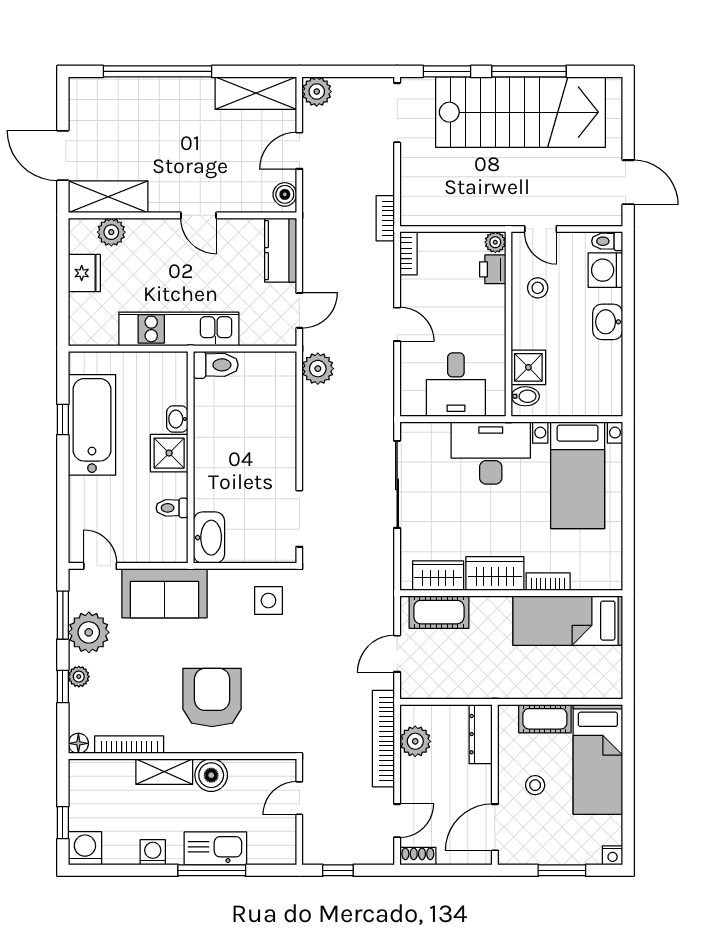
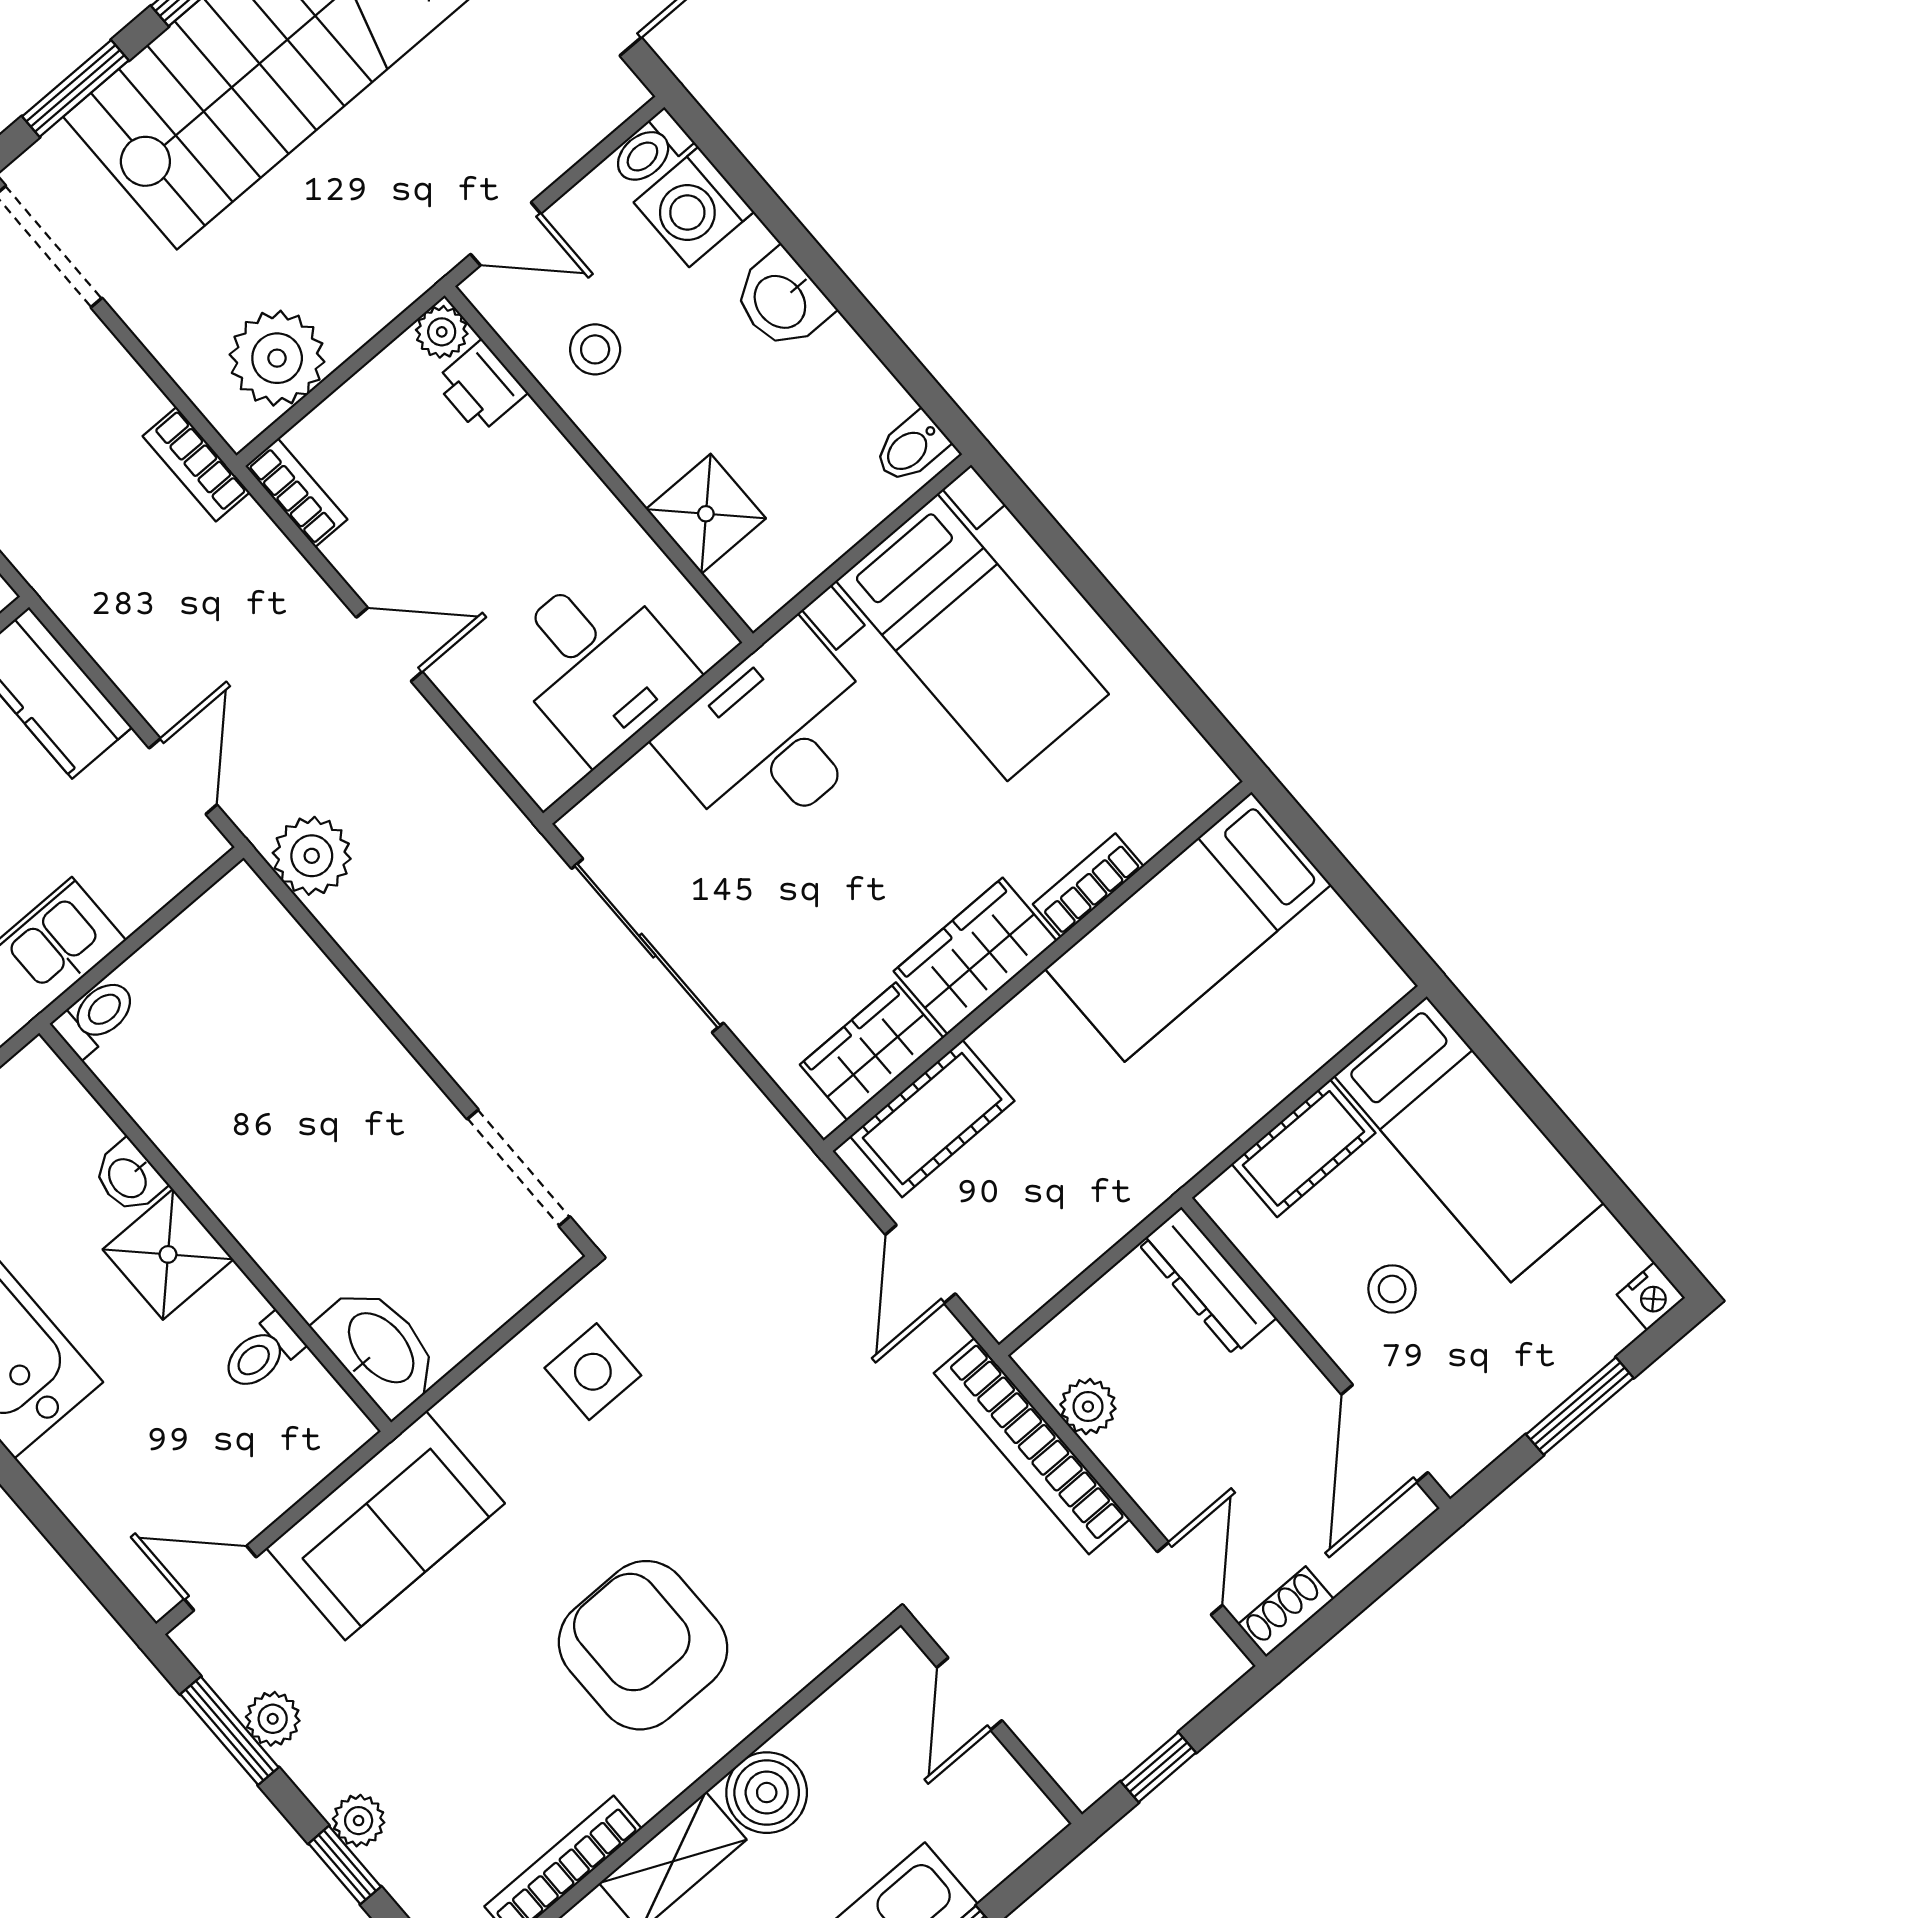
plant: (438, 207) -> (277, 358), added
toilet: (216, 365) -> (96, 1017), width x0.73, depth x0.72
bidet: (525, 396) -> (911, 448), moved, turned 180
plant: (89, 632) -> (273, 1719), width x0.53, depth x0.53
plant: (415, 741) -> (1088, 1407), width x0.73, depth x0.73

